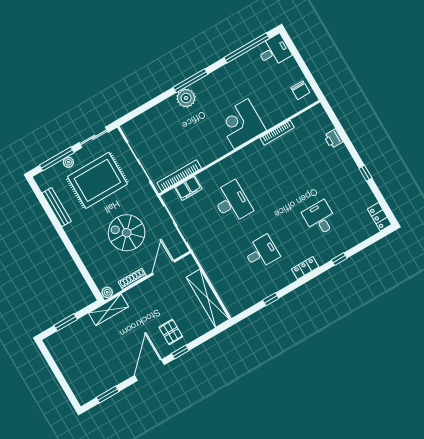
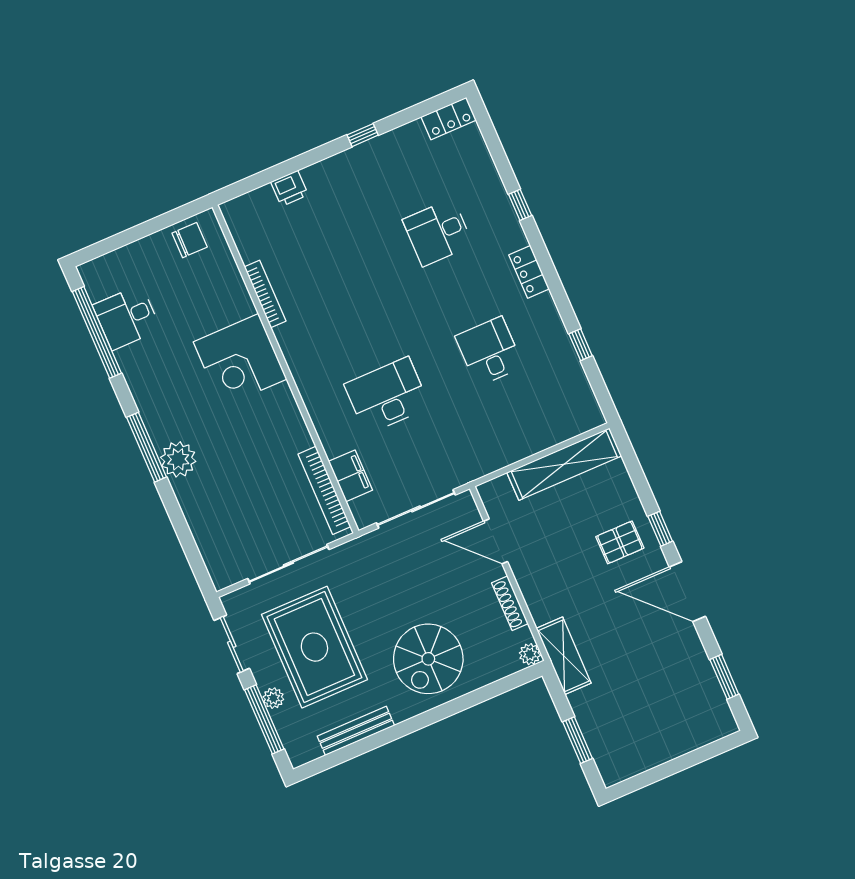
desk: (274, 51) -> (127, 317), moved, turned -90
spiral stairs: (127, 233) -> (428, 659), moved

